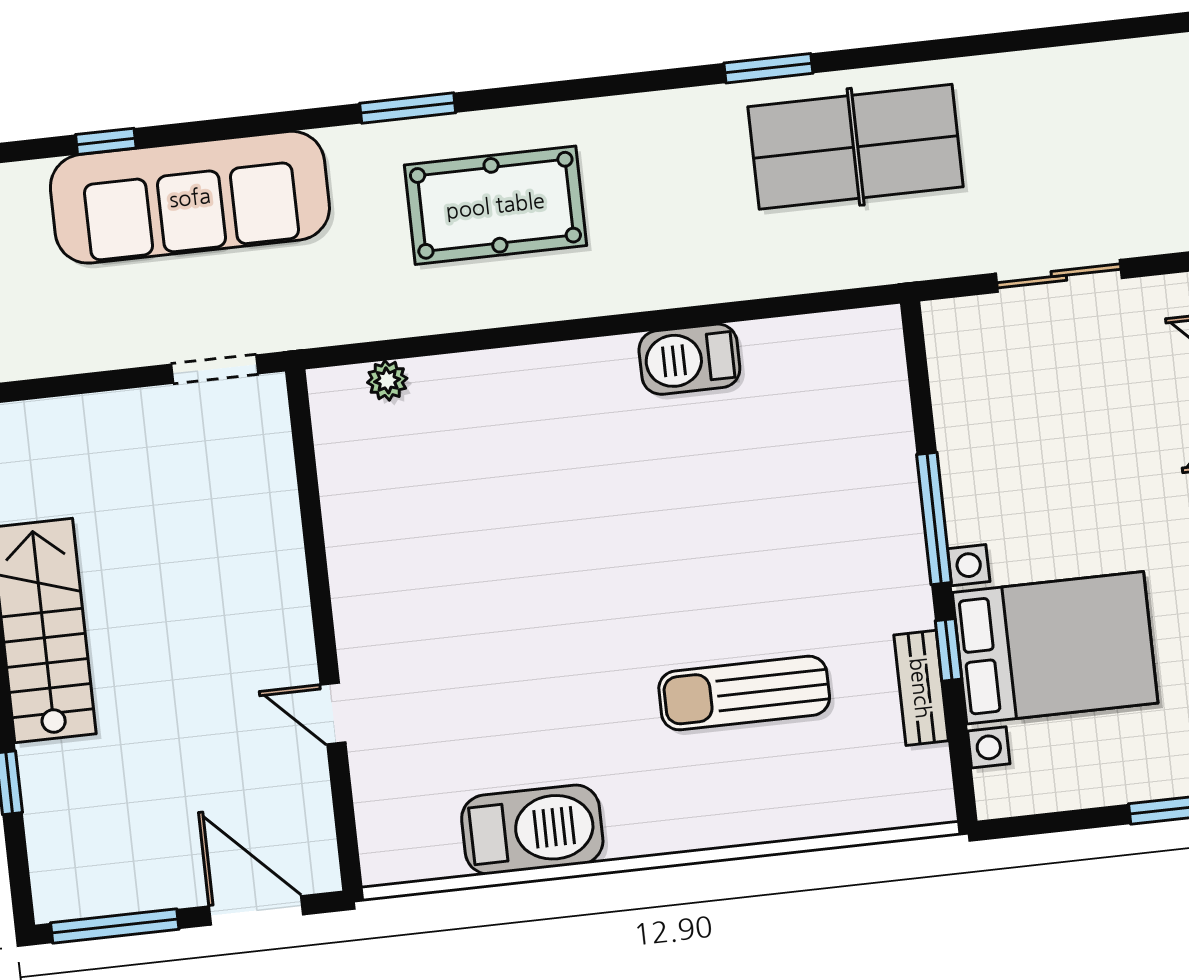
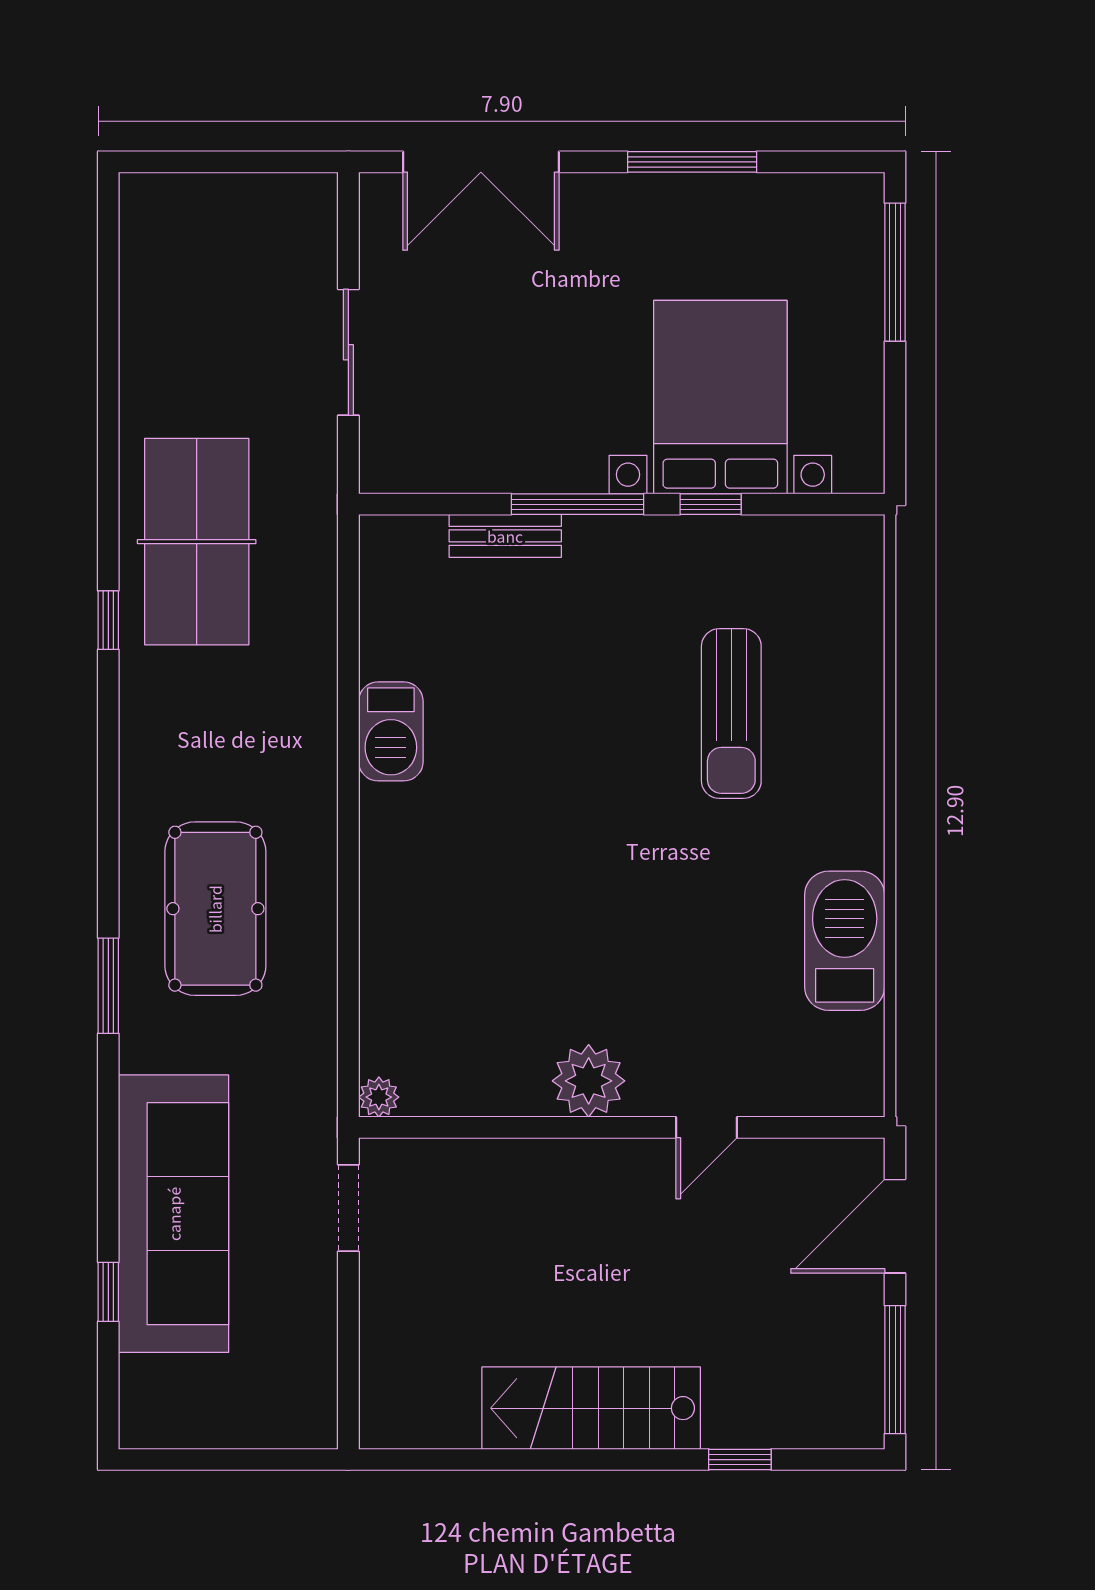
window: (768, 68) -> (108, 620), width x0.67
plant: (387, 380) -> (379, 1097), moved
plant: (366, 592) -> (589, 1081), added
bench: (921, 688) -> (505, 536), moved

